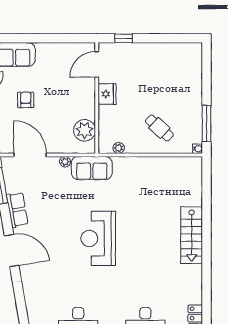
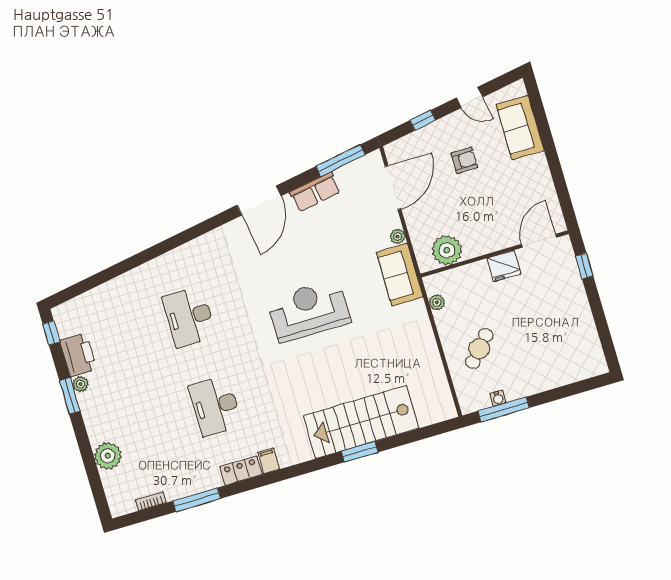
door: (97, 64) -> (539, 241), hinge flipped
water cooler: (198, 149) -> (498, 398), moved
window: (207, 232) -> (360, 452), added
stairs: (192, 235) -> (361, 422), width x1.36, depth x1.51
filing cabinet: (194, 297) -> (269, 461), added

